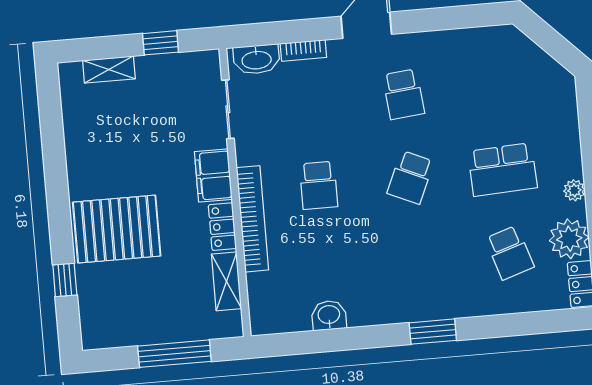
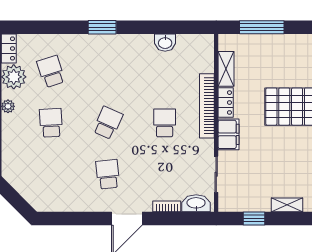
school desk: (502, 170) -> (51, 123), width x0.54

